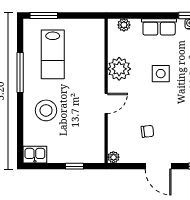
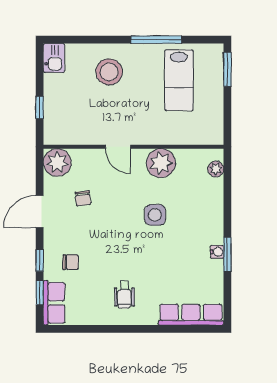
row of seats: (159, 27) -> (213, 213), removed
lab bench: (53, 54) -> (179, 80), turned -90
plant: (113, 157) -> (57, 162), width x1.88, depth x1.88

